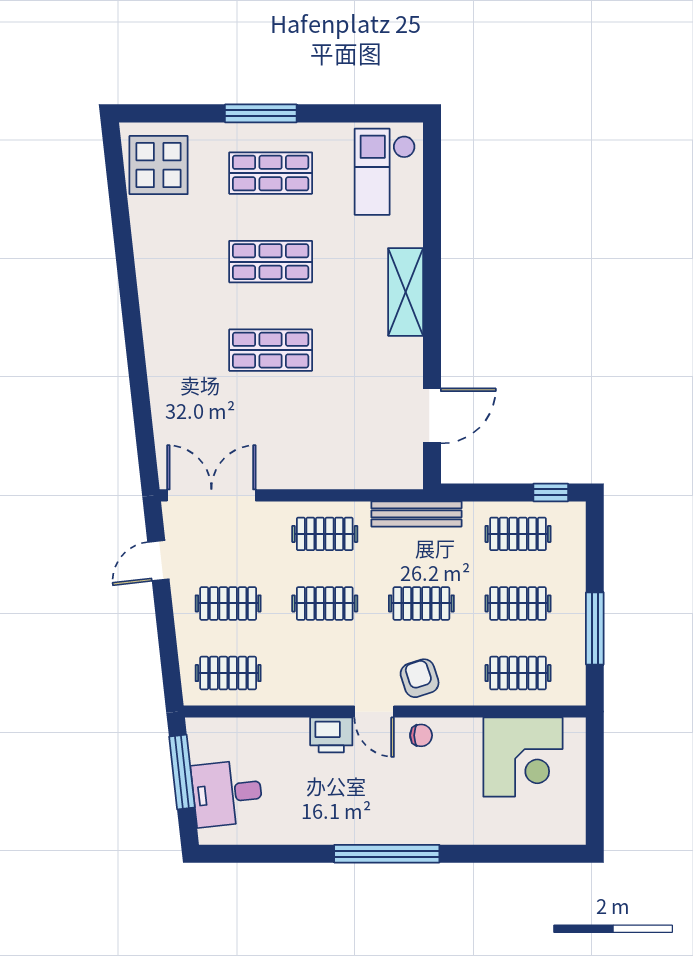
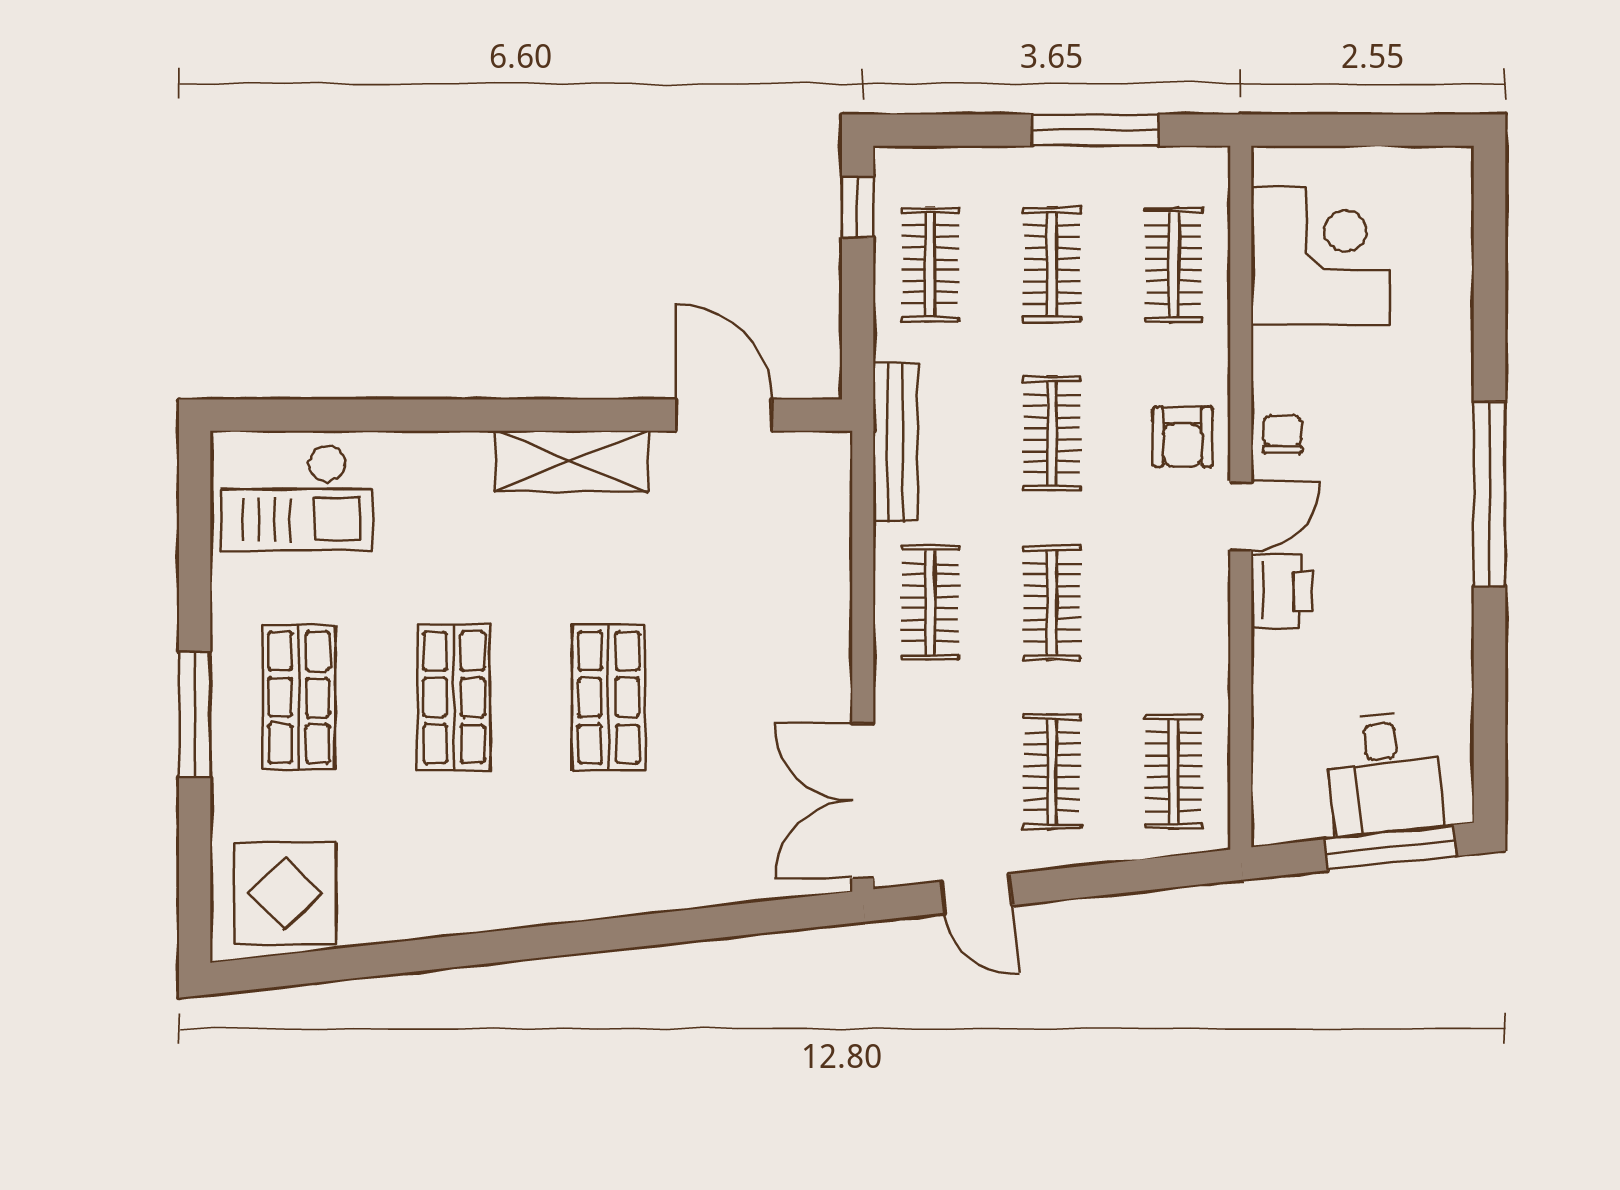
shelving: (406, 292) -> (571, 461), moved
armchair: (420, 678) -> (1182, 437), turned -72
window: (182, 772) -> (1390, 848), moved

